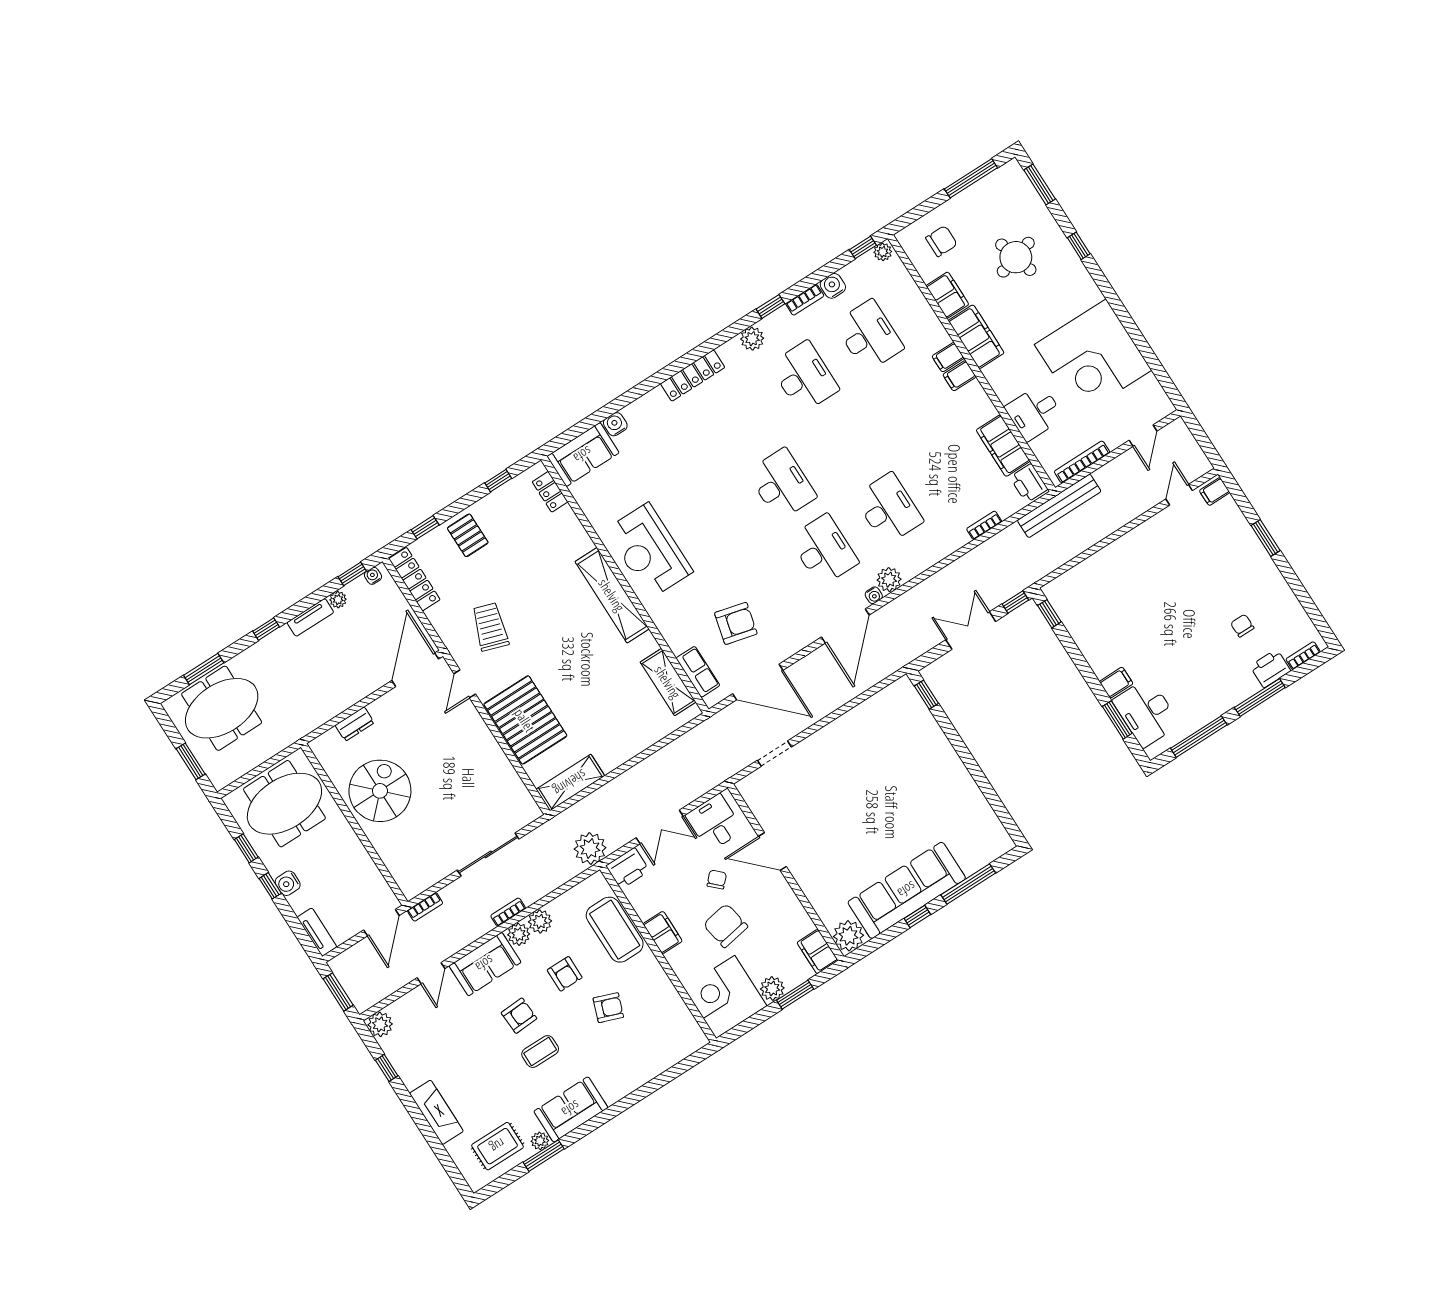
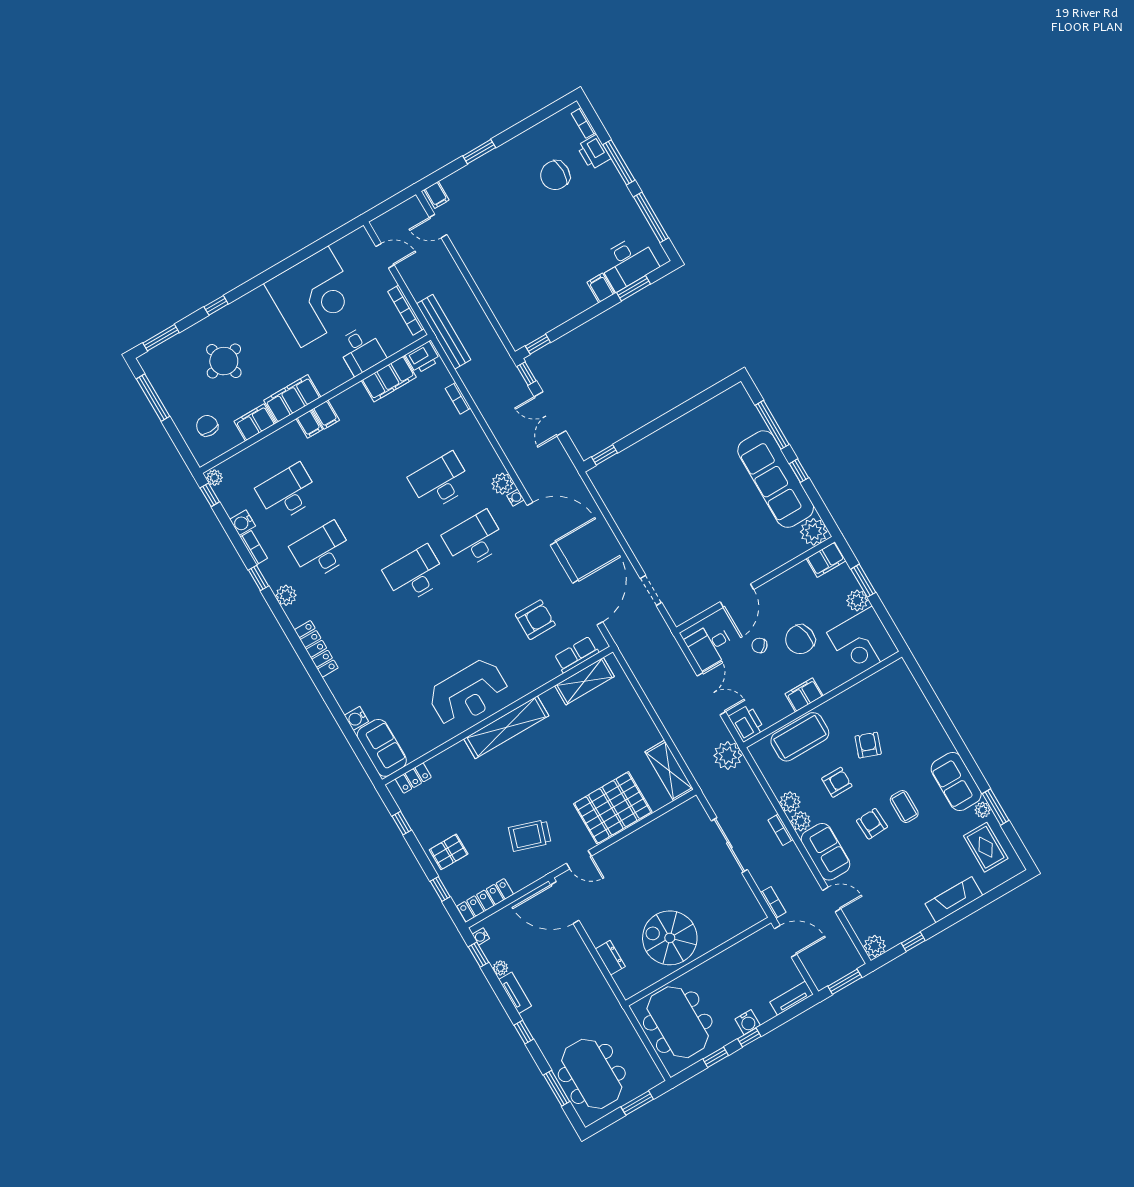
armchair: (736, 623) -> (535, 620), turned 76
chair: (1242, 626) -> (555, 175), width x1.87, depth x1.87

